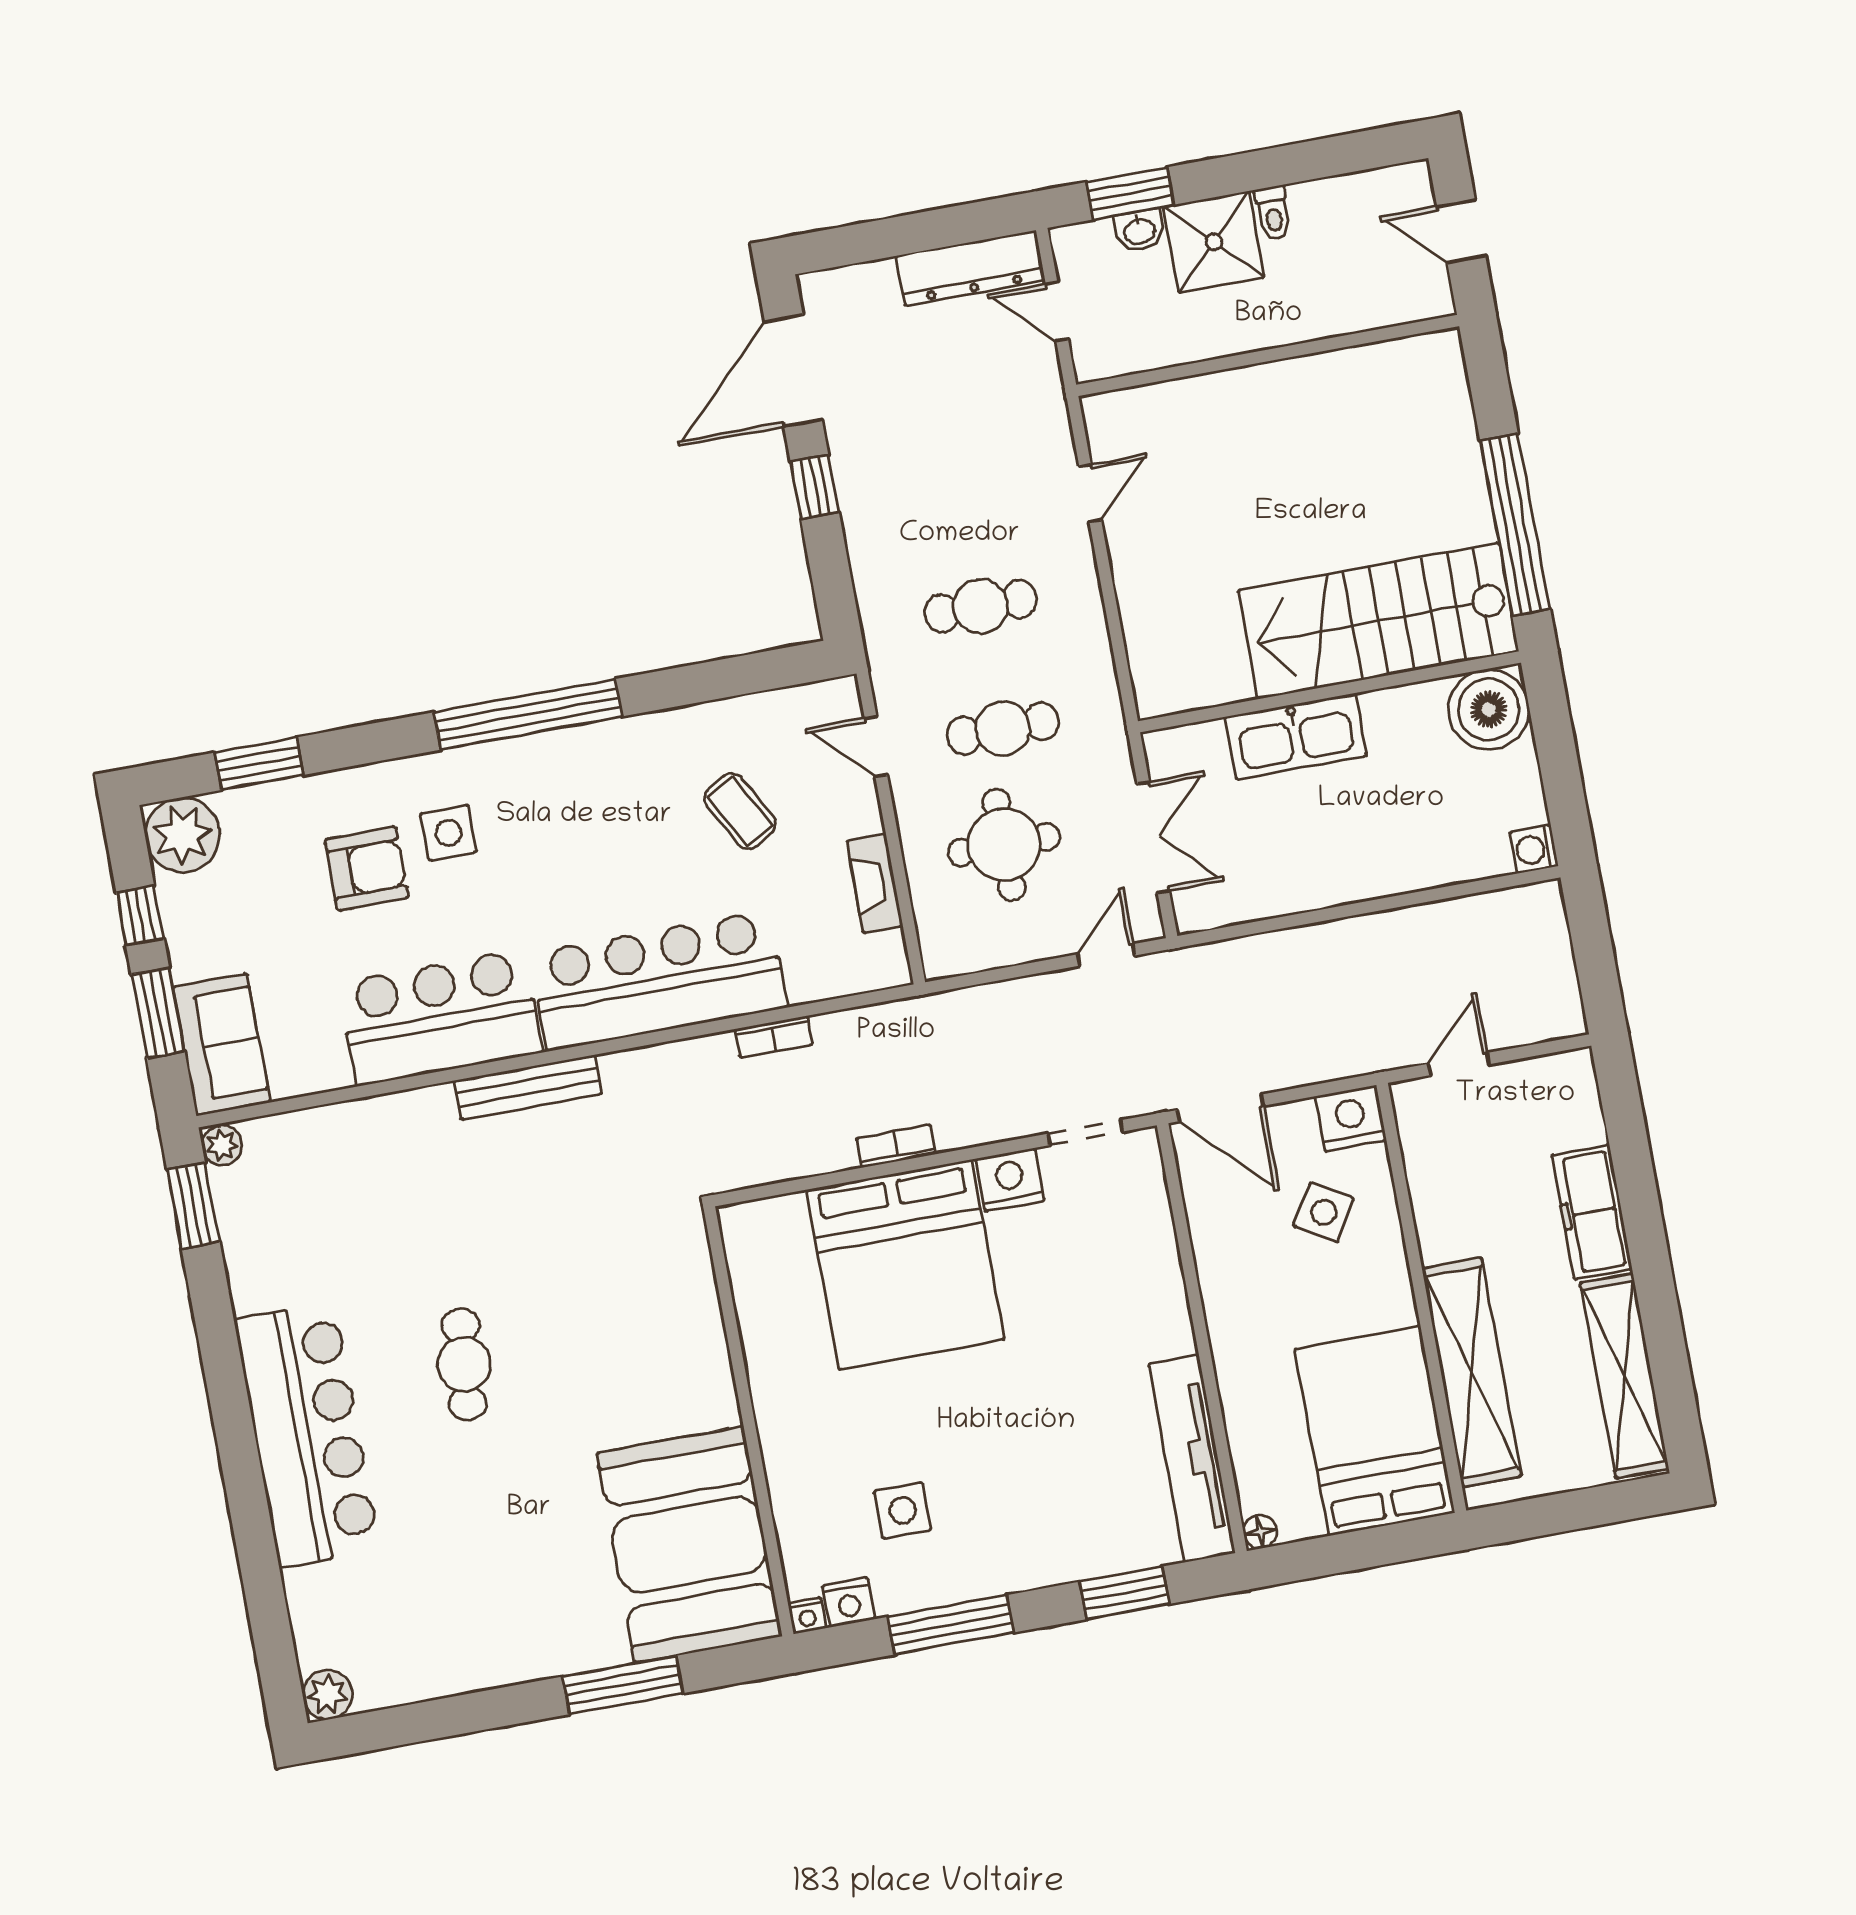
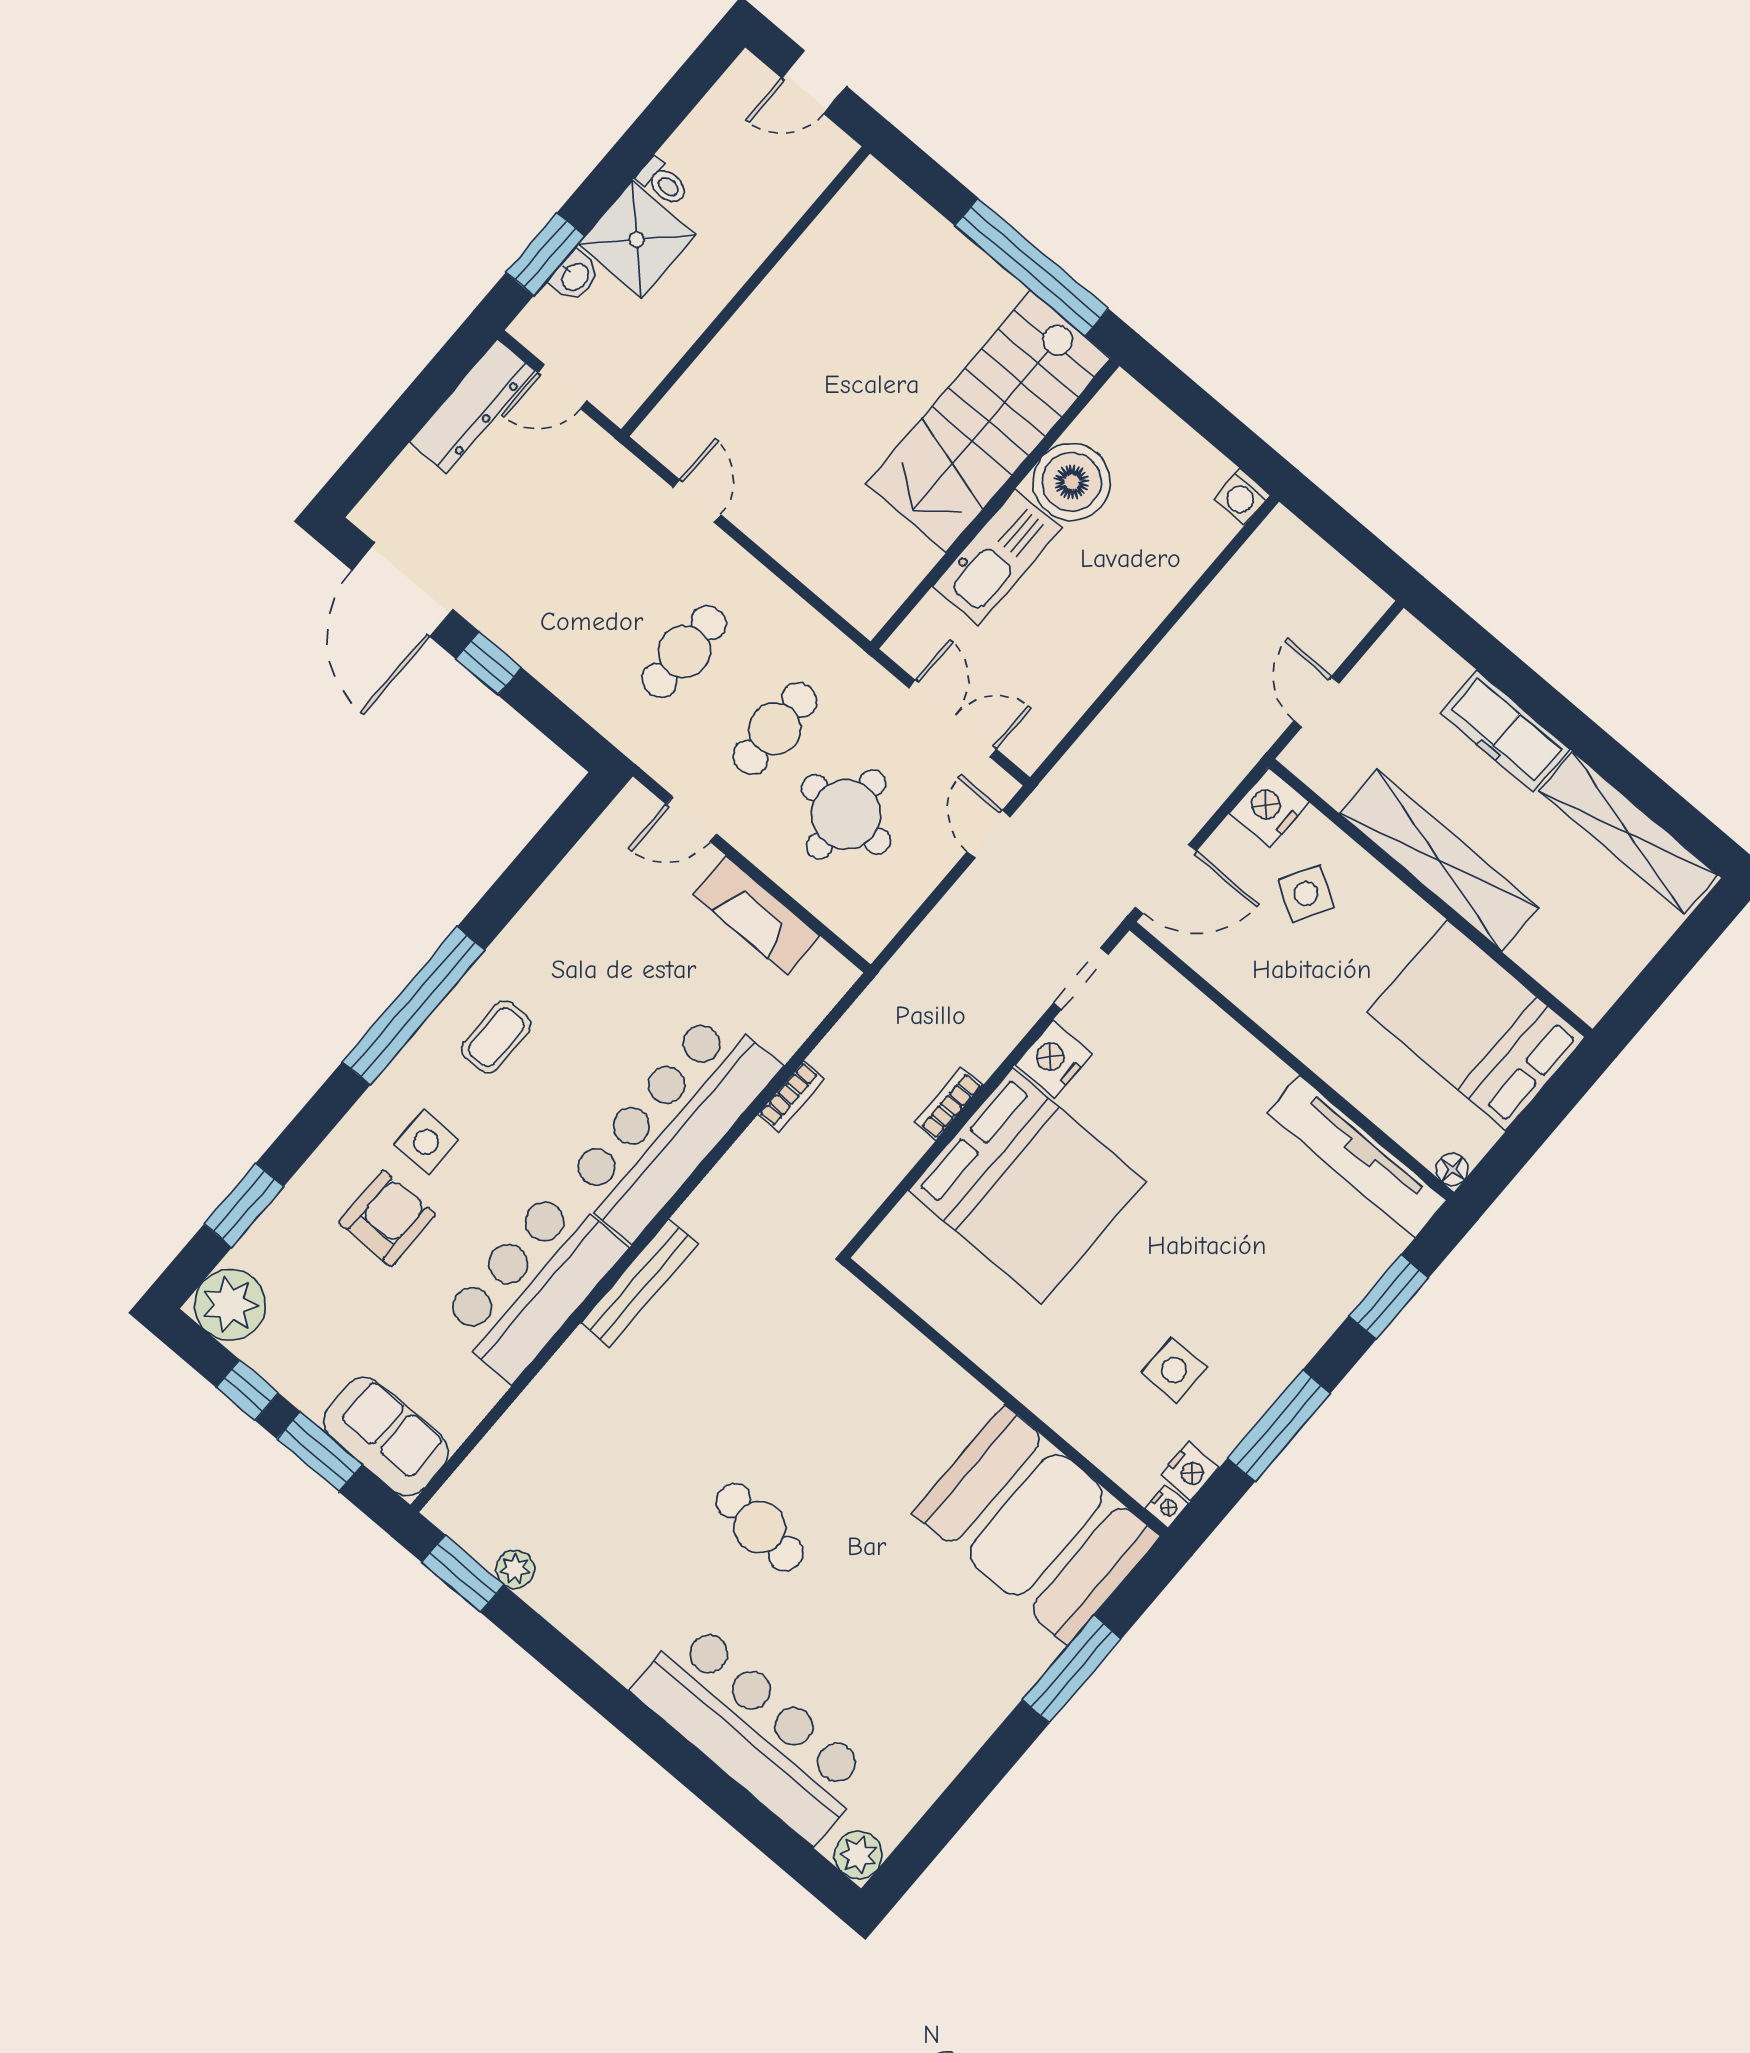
boiler: (1489, 709) -> (1072, 482), moved
coffee table: (740, 811) -> (496, 1037), moved, turned -61
fireplace: (875, 883) -> (757, 915), width x1.37, depth x1.32
plant: (222, 1145) -> (515, 1569), moved
shelving: (1472, 1372) -> (1439, 860), moved
bar counter: (307, 1434) -> (753, 1731), moved

